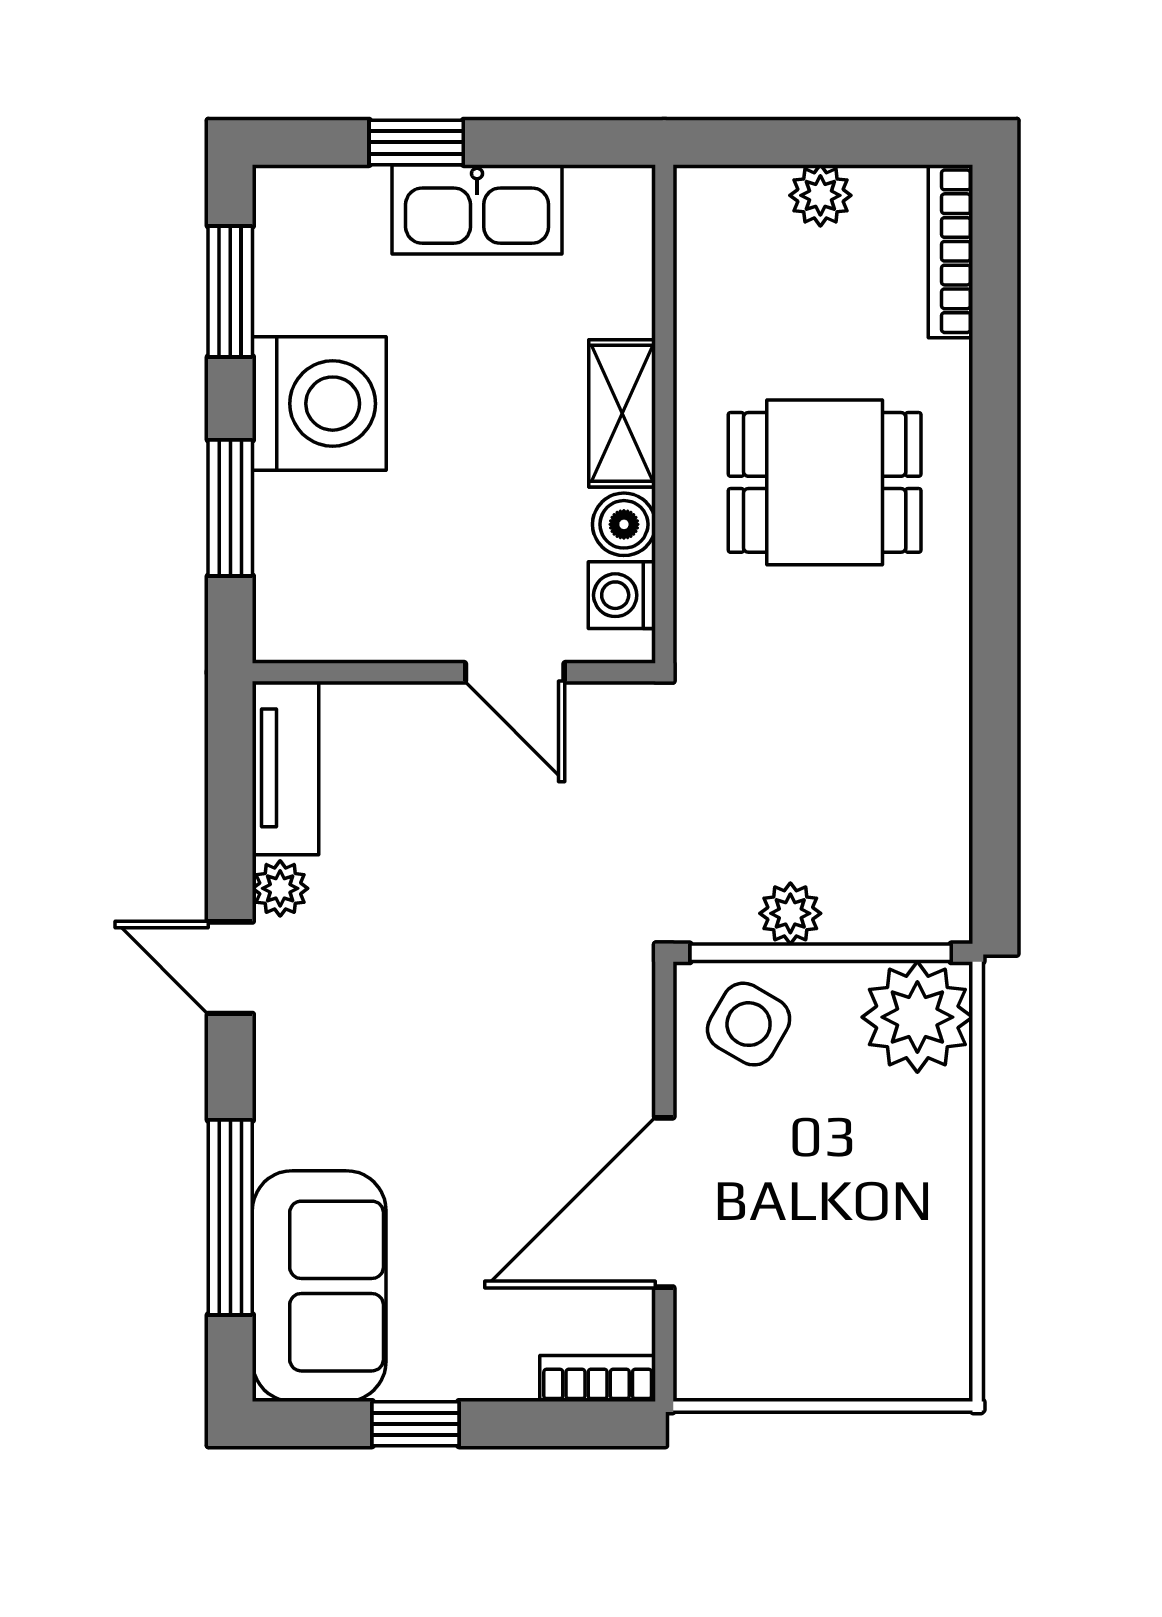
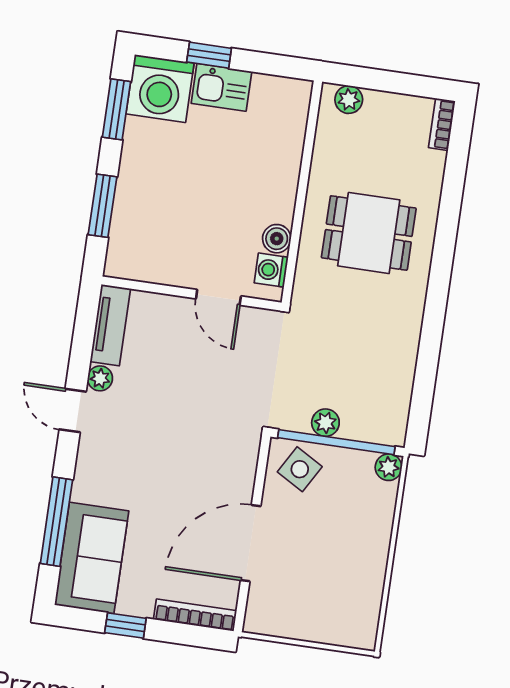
plant: (820, 195) -> (349, 100), moved
kitchen sink: (477, 209) -> (221, 87), width x0.73
bookcase: (951, 251) -> (442, 124), width x0.64
washing machine: (319, 404) -> (160, 88), moved, turned 90
shelving: (622, 413) -> (283, 189), removed
plant: (917, 1017) -> (389, 467), width x0.53, depth x0.53
bookcase: (598, 1378) -> (195, 615), width x1.56

